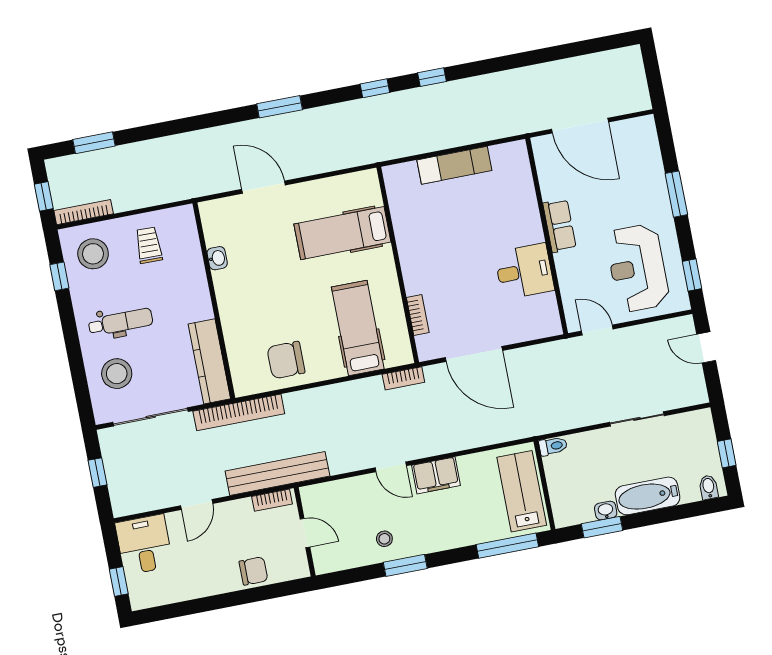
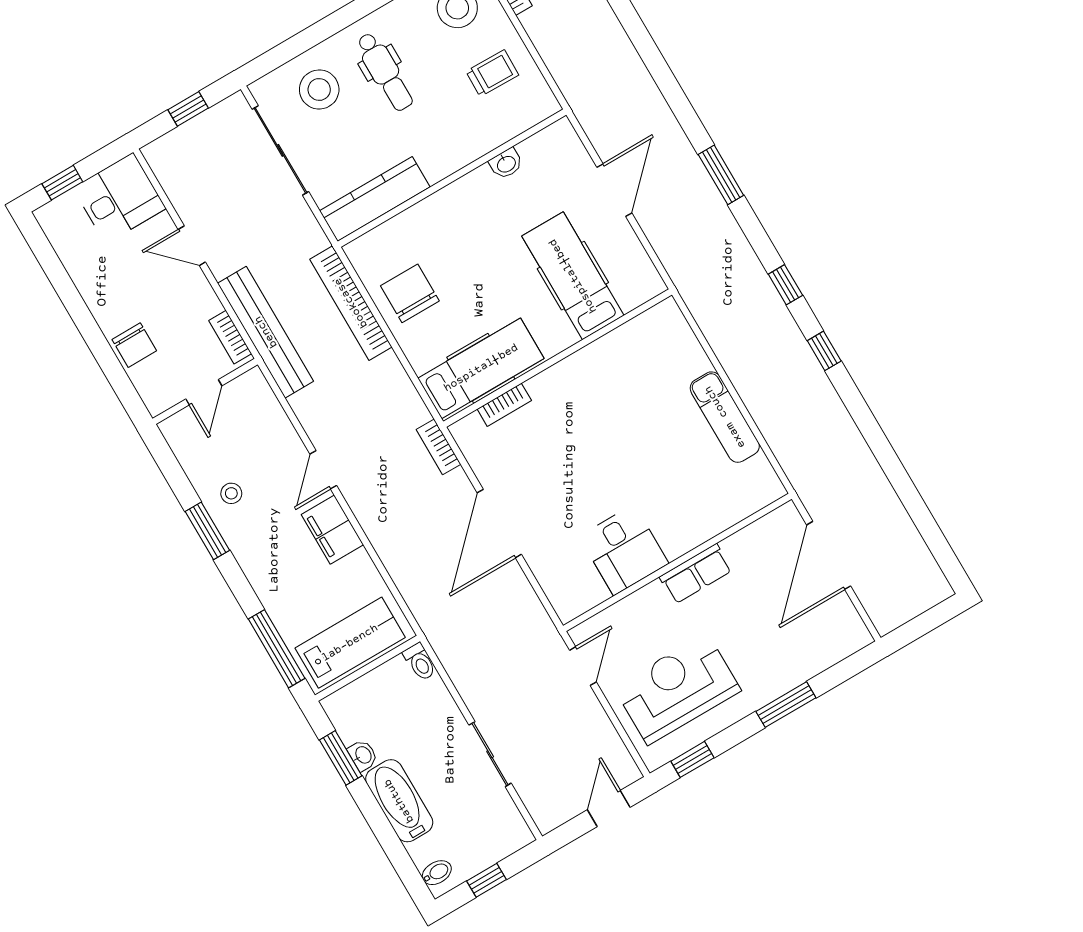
hospital bed: (342, 233) -> (573, 276), moved
wall: (398, 265) -> (558, 358), moved
bookcase: (418, 315) -> (504, 405), moved
bookcase: (239, 412) -> (351, 303), moved

